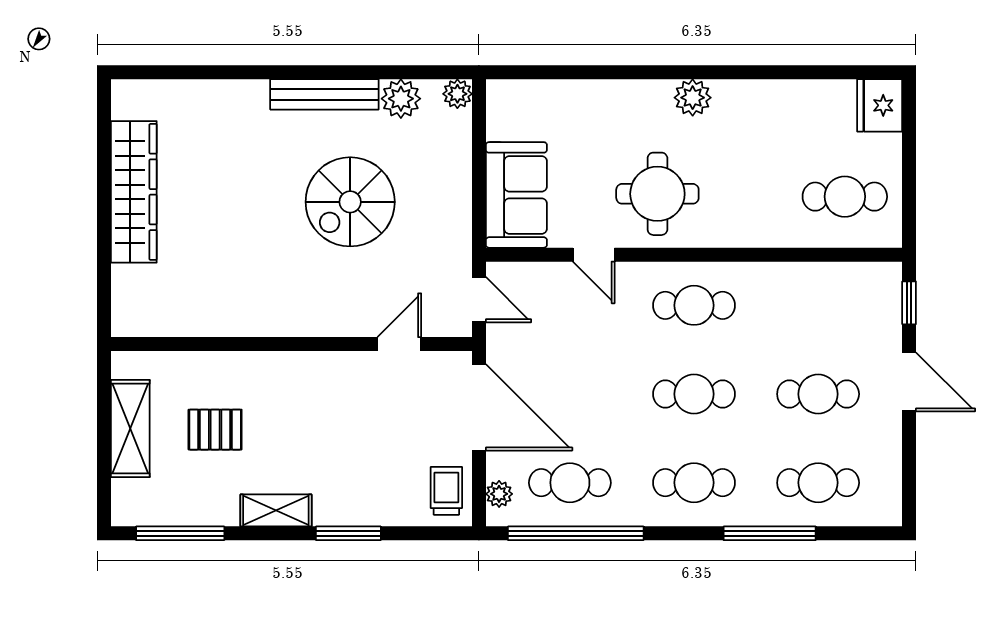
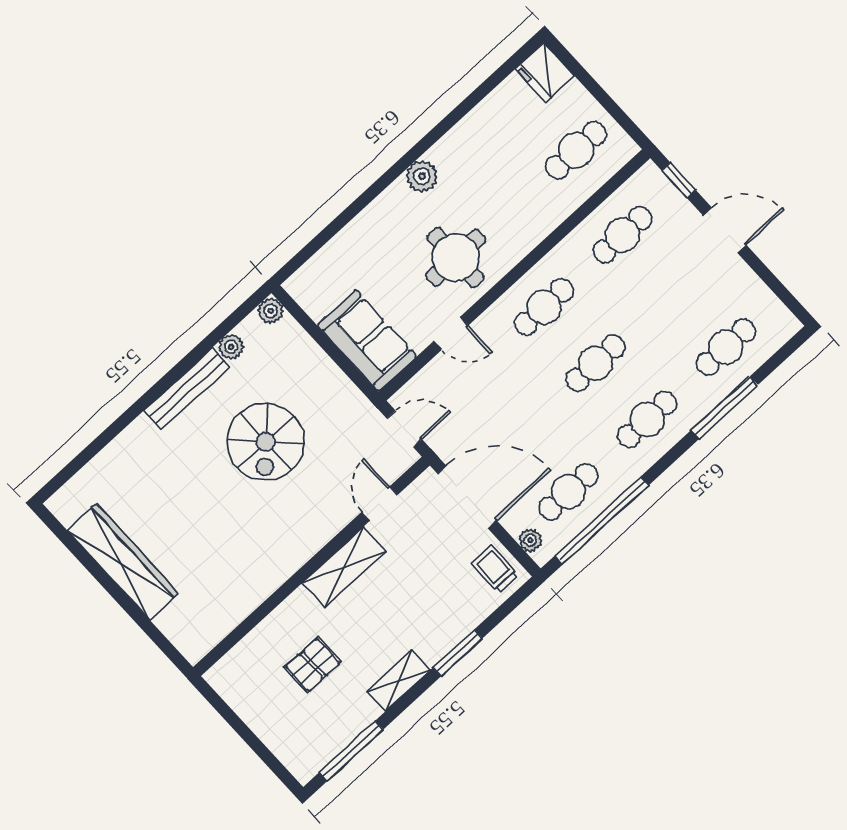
plant: (401, 99) -> (231, 347), width x0.73, depth x0.73
cafe table: (818, 394) -> (622, 235), moved
shelving: (130, 429) -> (344, 567), moved, turned 90

